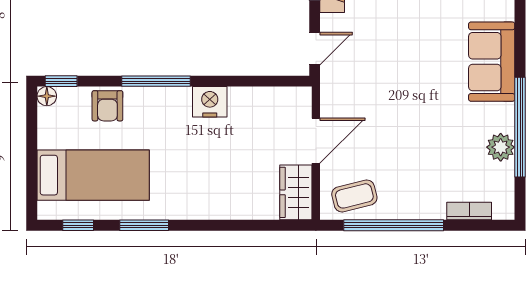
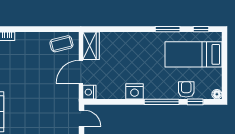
door: (315, 49) -> (82, 118), swing flipped
window: (61, 81) -> (195, 102), moved
nightstand: (299, 100) -> (89, 92), added
window: (394, 225) -> (42, 29), removed

